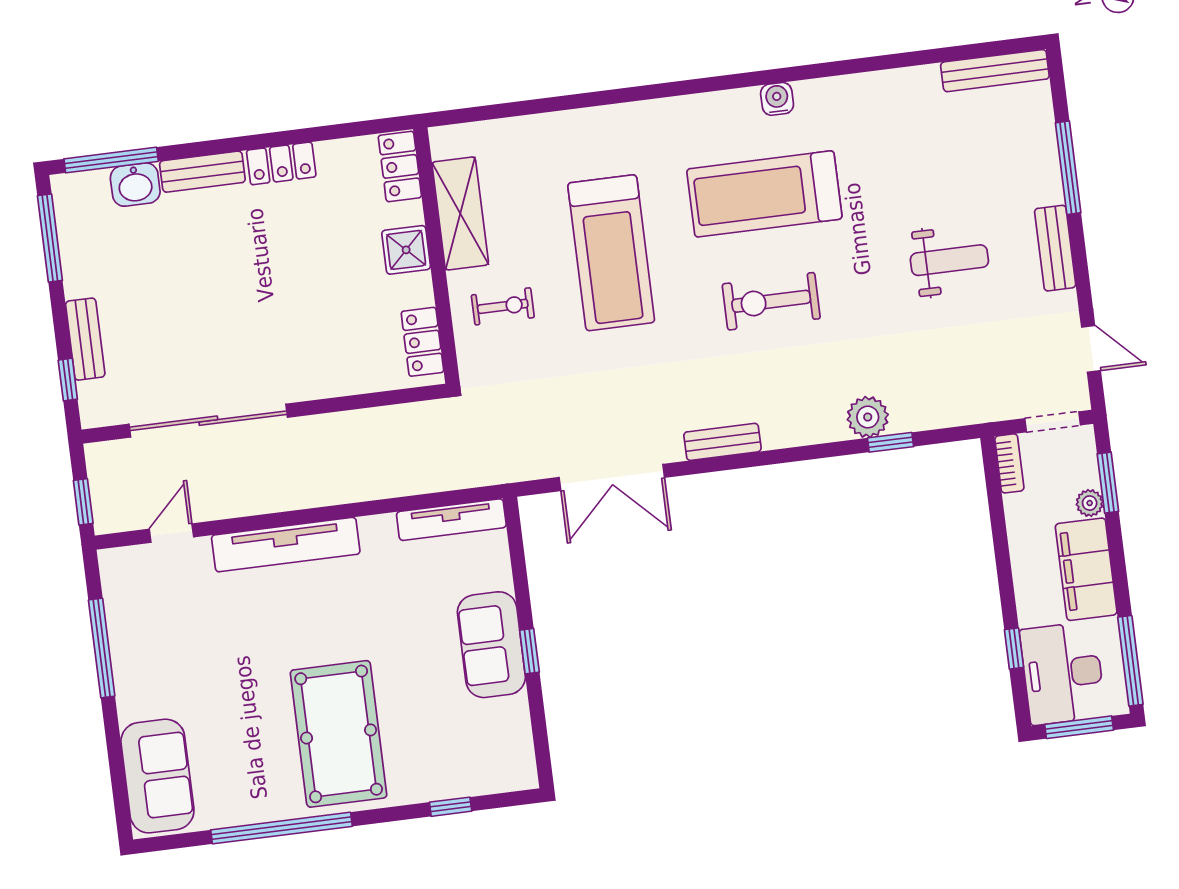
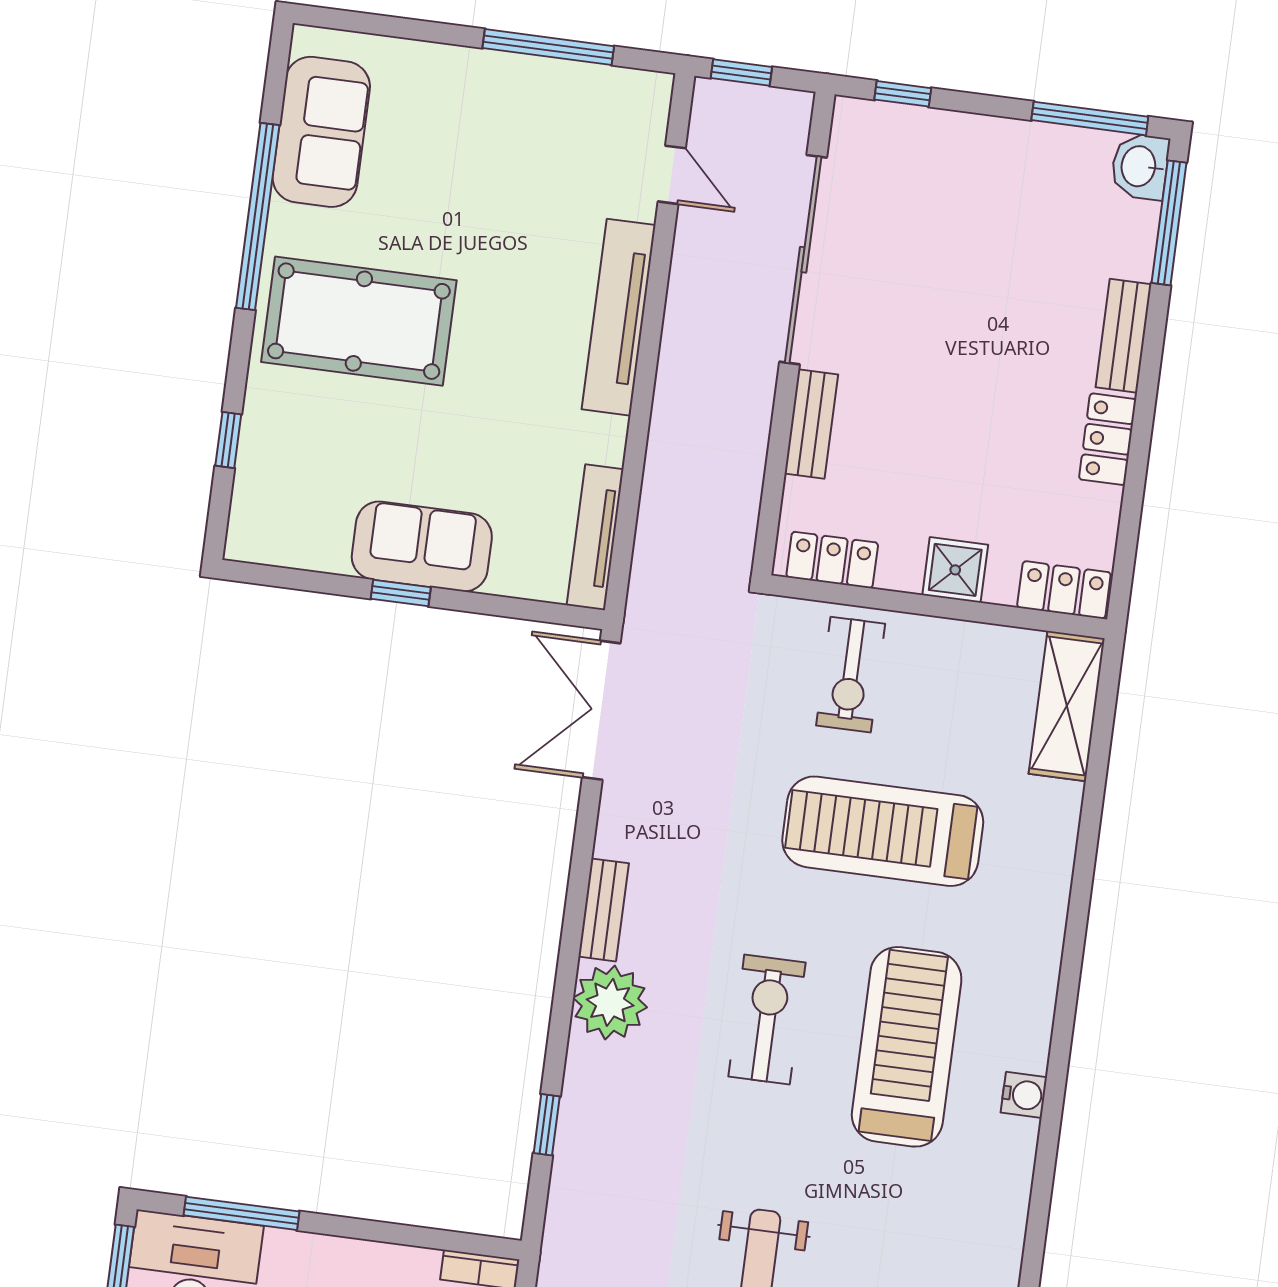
washbasin: (135, 185) -> (1140, 166), moved
shelving: (460, 213) -> (1067, 706), moved, turned 90
exercise bike: (503, 306) -> (851, 675), width x1.38, depth x1.39
bench: (85, 339) -> (811, 424), moved, turned 90
plant: (868, 417) -> (610, 1002), moved, width x1.36, depth x1.36
double door: (612, 477) -> (601, 710), moved
window: (1014, 649) -> (242, 1213), width x2.17
sofa: (157, 776) -> (321, 132), moved, turned -90

